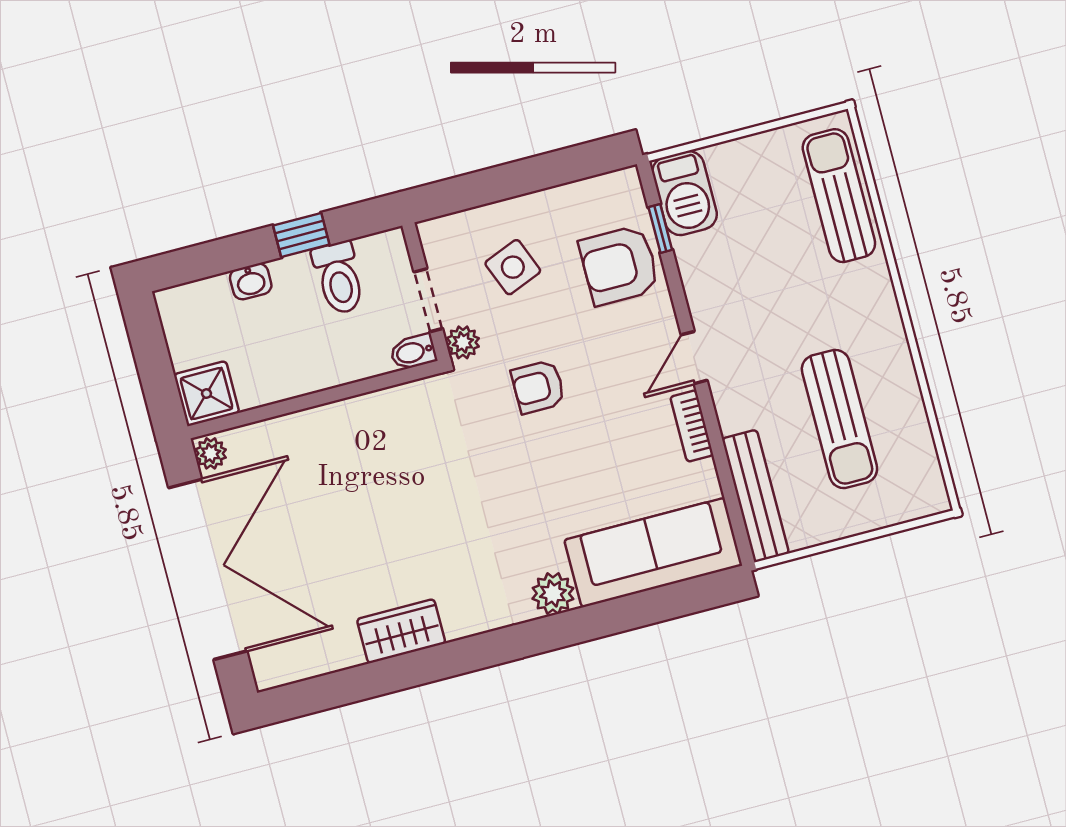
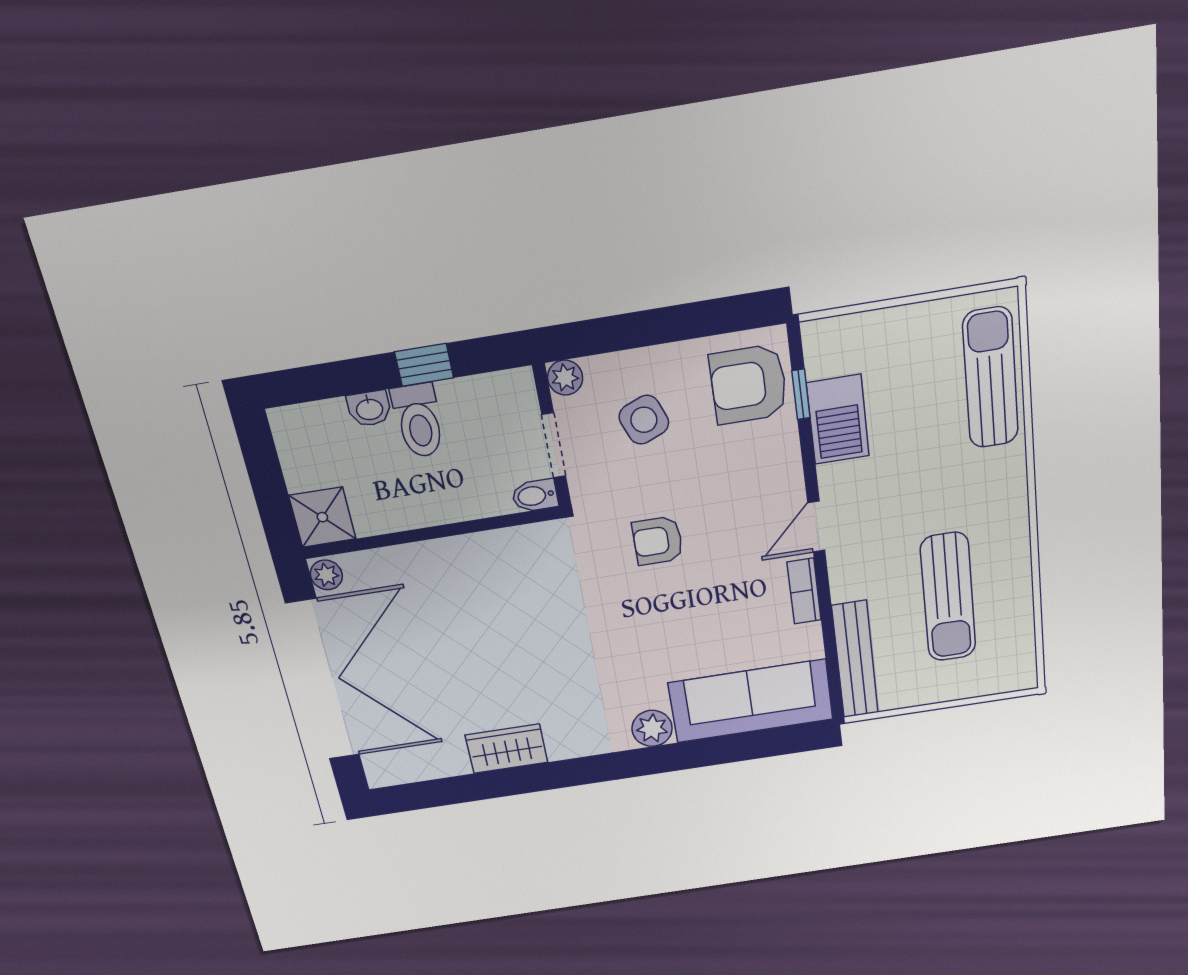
barbecue: (685, 193) -> (838, 419), moved
armchair: (619, 265) -> (749, 384), moved
toilet: (339, 278) -> (419, 421), moved
plant: (463, 342) -> (565, 378), moved

